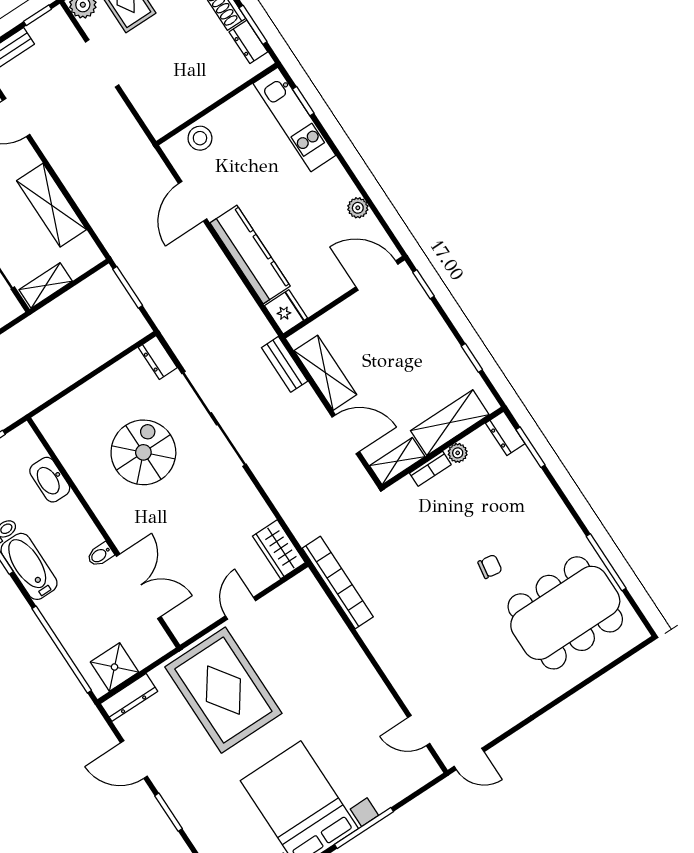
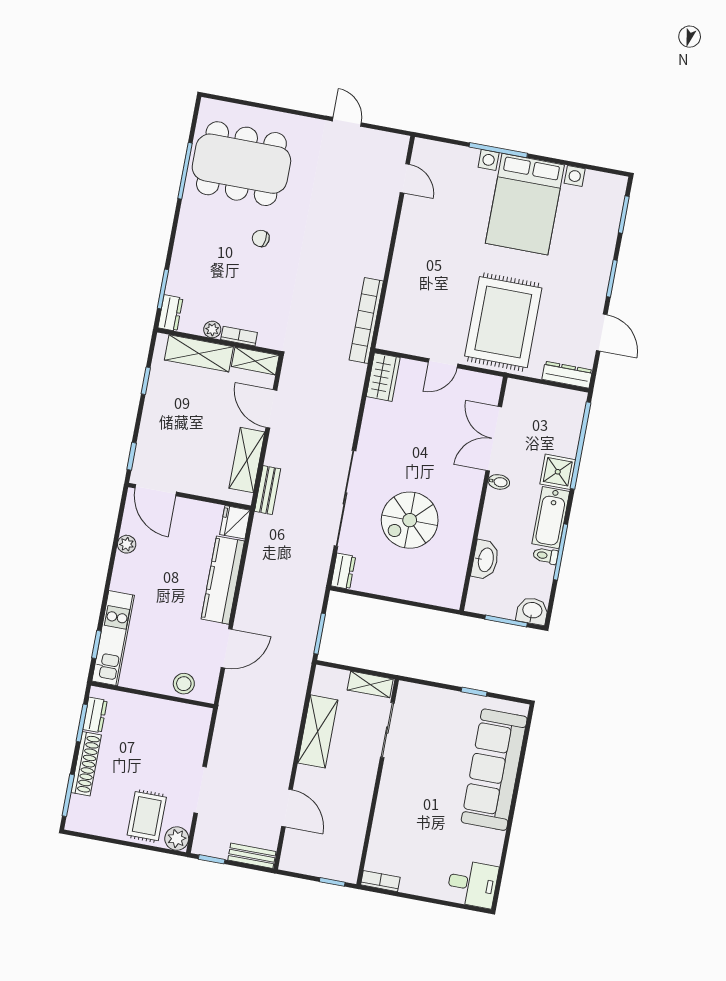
shower: (114, 667) -> (558, 472), moved
door: (469, 759) -> (347, 122), moved

